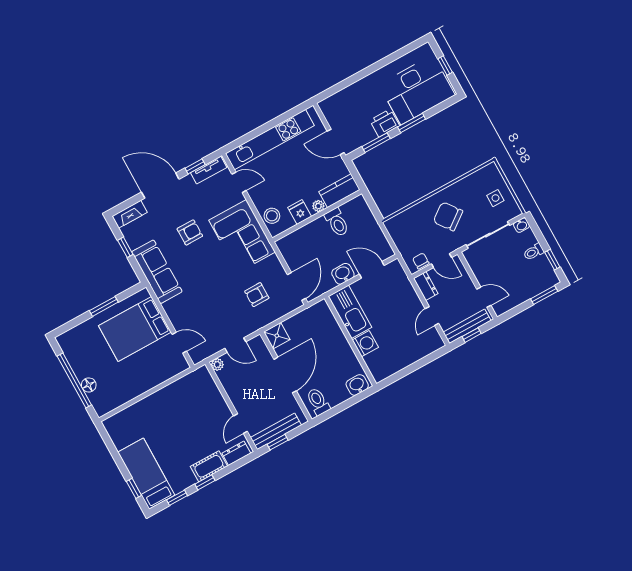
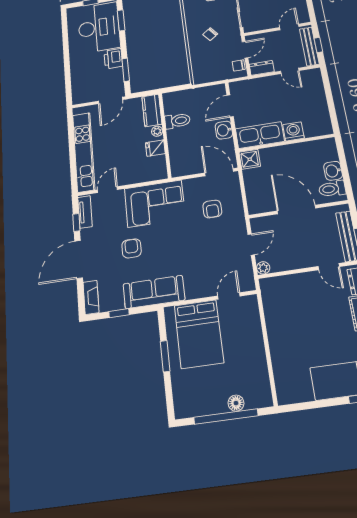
window: (412, 123) -> (121, 20), moved
stool: (272, 216) -> (148, 172), removed
chair: (448, 216) -> (210, 34), width x0.54, depth x0.54
shower: (277, 336) -> (250, 159), moved
washbasin: (357, 385) -> (333, 171), moved

